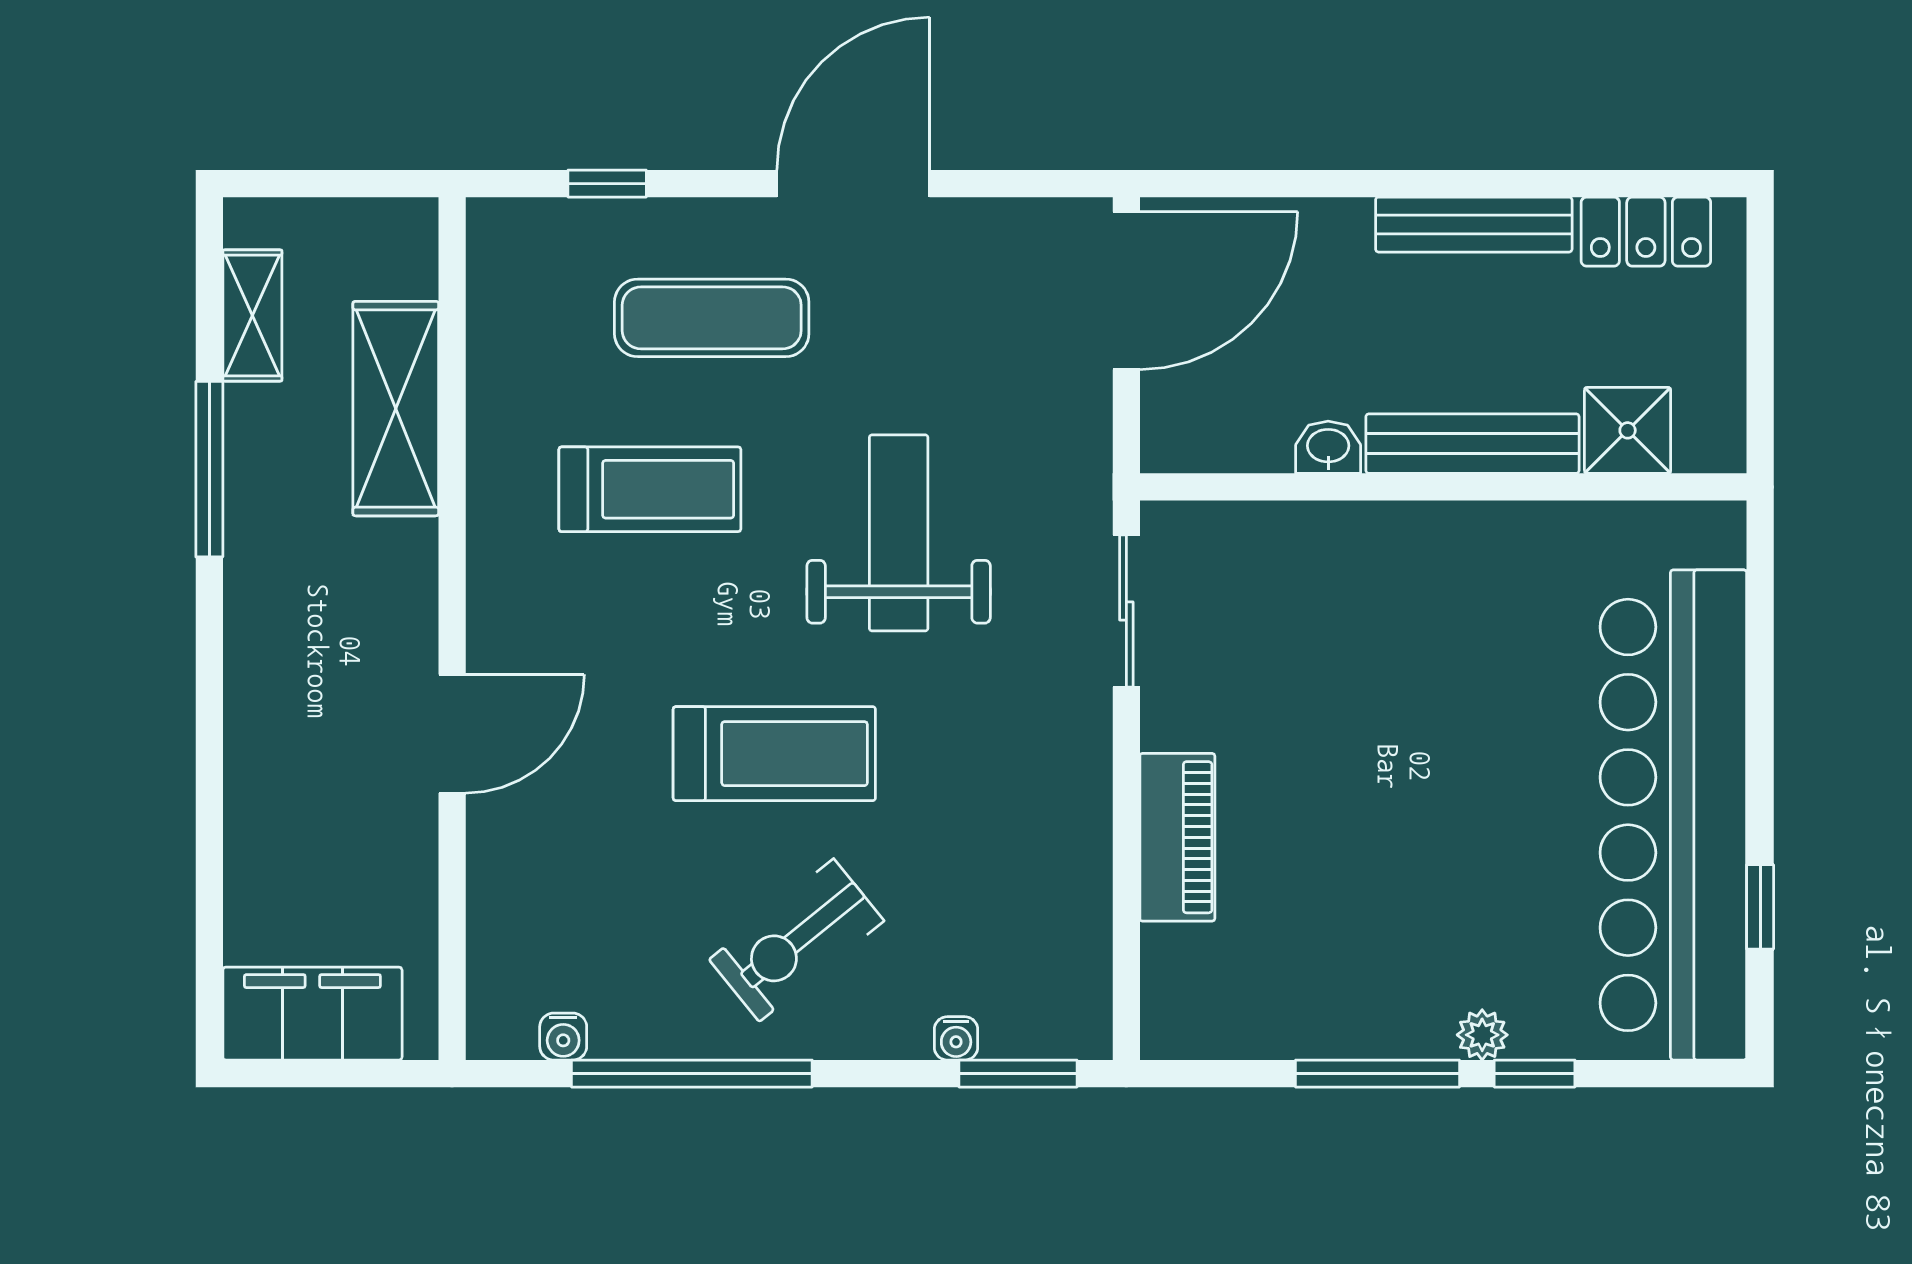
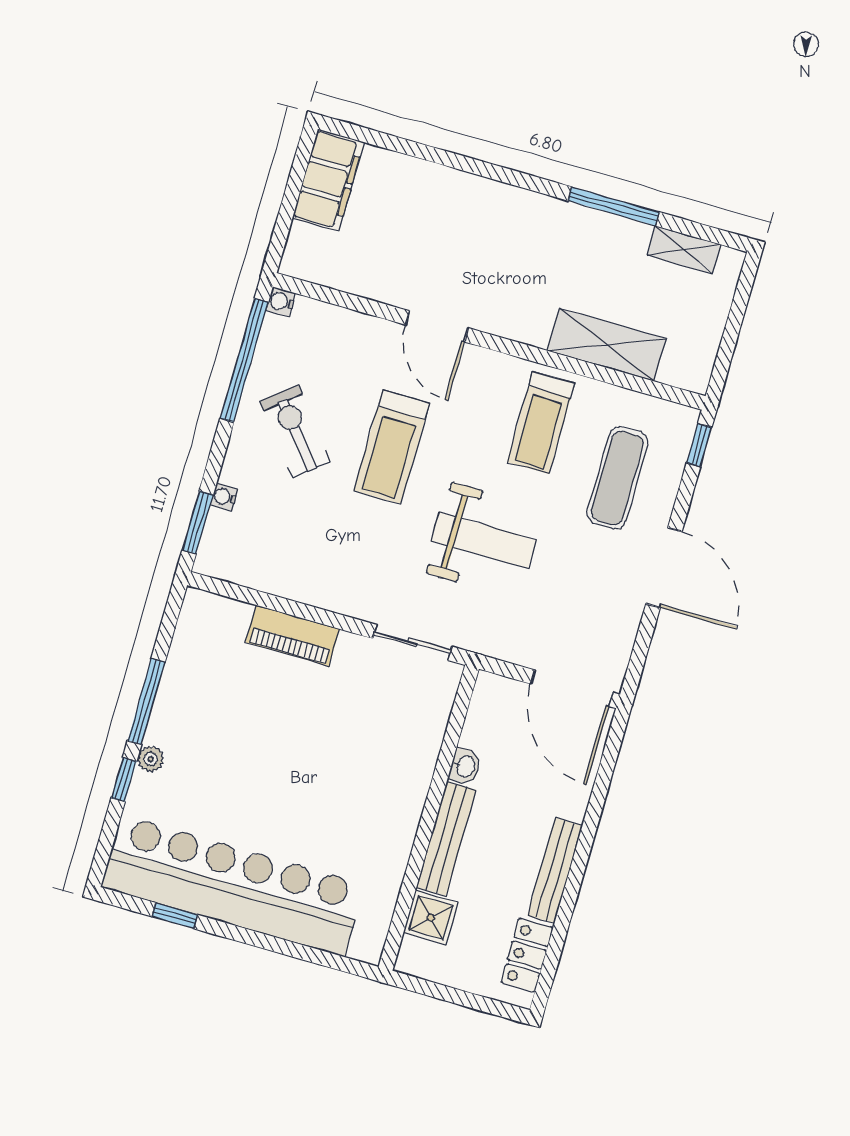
shelving: (396, 409) -> (607, 345), moved
wall: (452, 629) -> (489, 341), moved
door: (452, 734) -> (437, 326), moved

